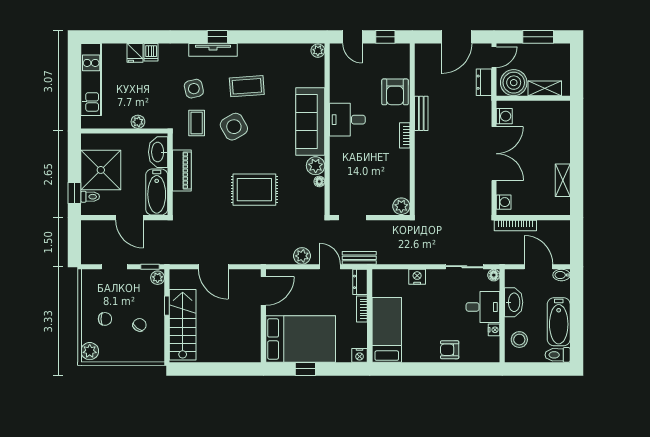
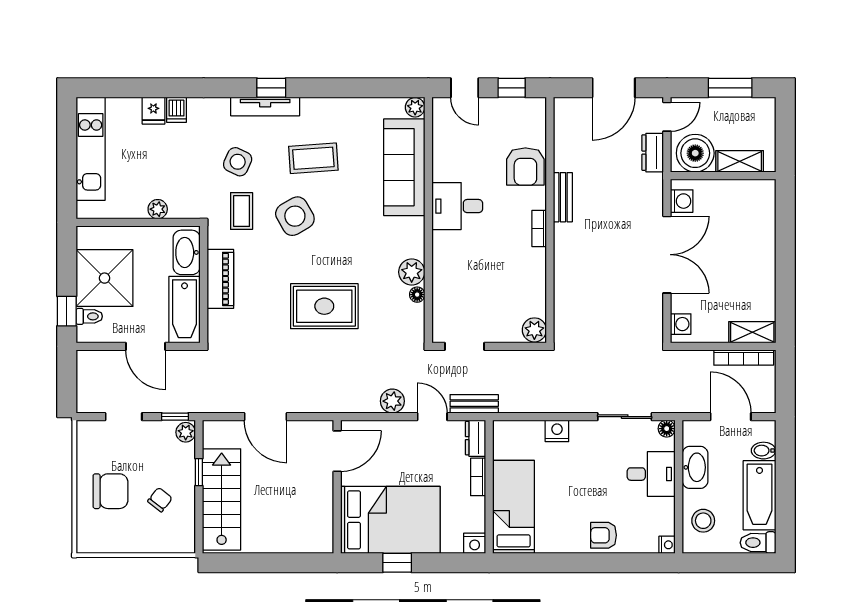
side table: (194, 89) -> (238, 162), turned 38
sofa: (310, 122) -> (404, 167), moved
shelving: (563, 180) -> (752, 332), moved, turned 90
bookcase: (515, 225) -> (744, 357), moved
bidet: (562, 275) -> (764, 451), moved
chair: (105, 319) -> (111, 491), width x1.87, depth x1.87
nightstand: (494, 330) -> (667, 545), moved
plant: (90, 351) -> (89, 537), removed

